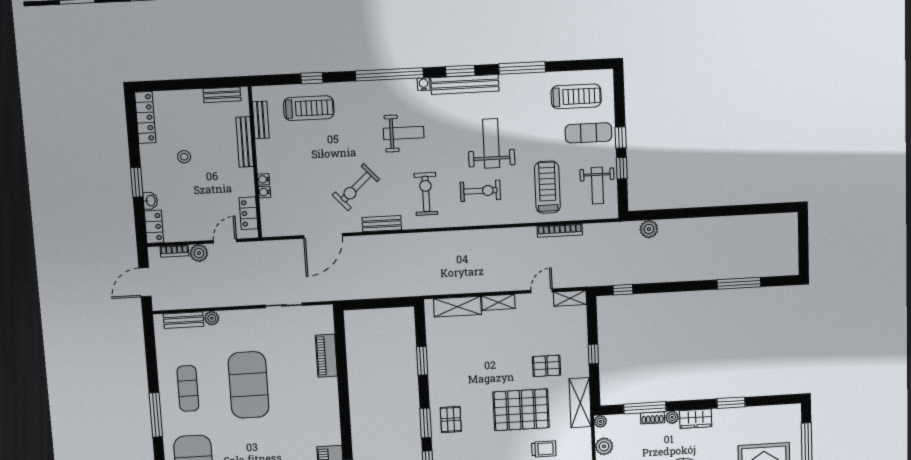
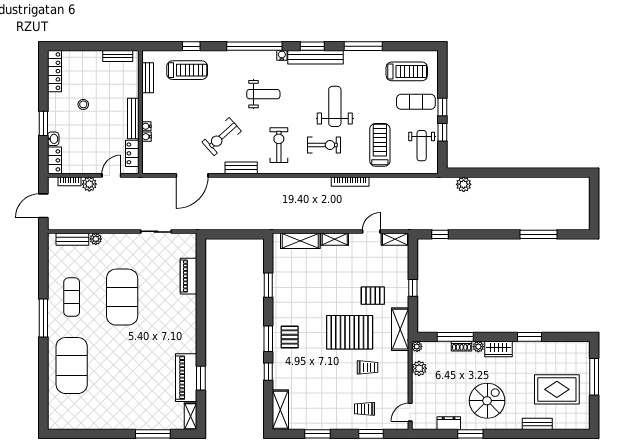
bench: (245, 142) -> (133, 119), moved
bookcase: (560, 231) -> (350, 182), moved

